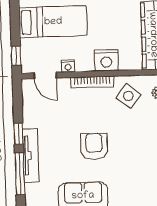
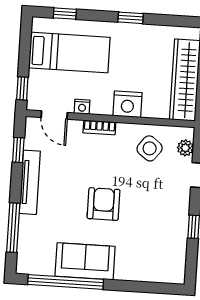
bookcase: (92, 82) -> (99, 127), width x0.64
window: (19, 134) -> (18, 150), moved
tv unit: (31, 155) -> (30, 182), moved

